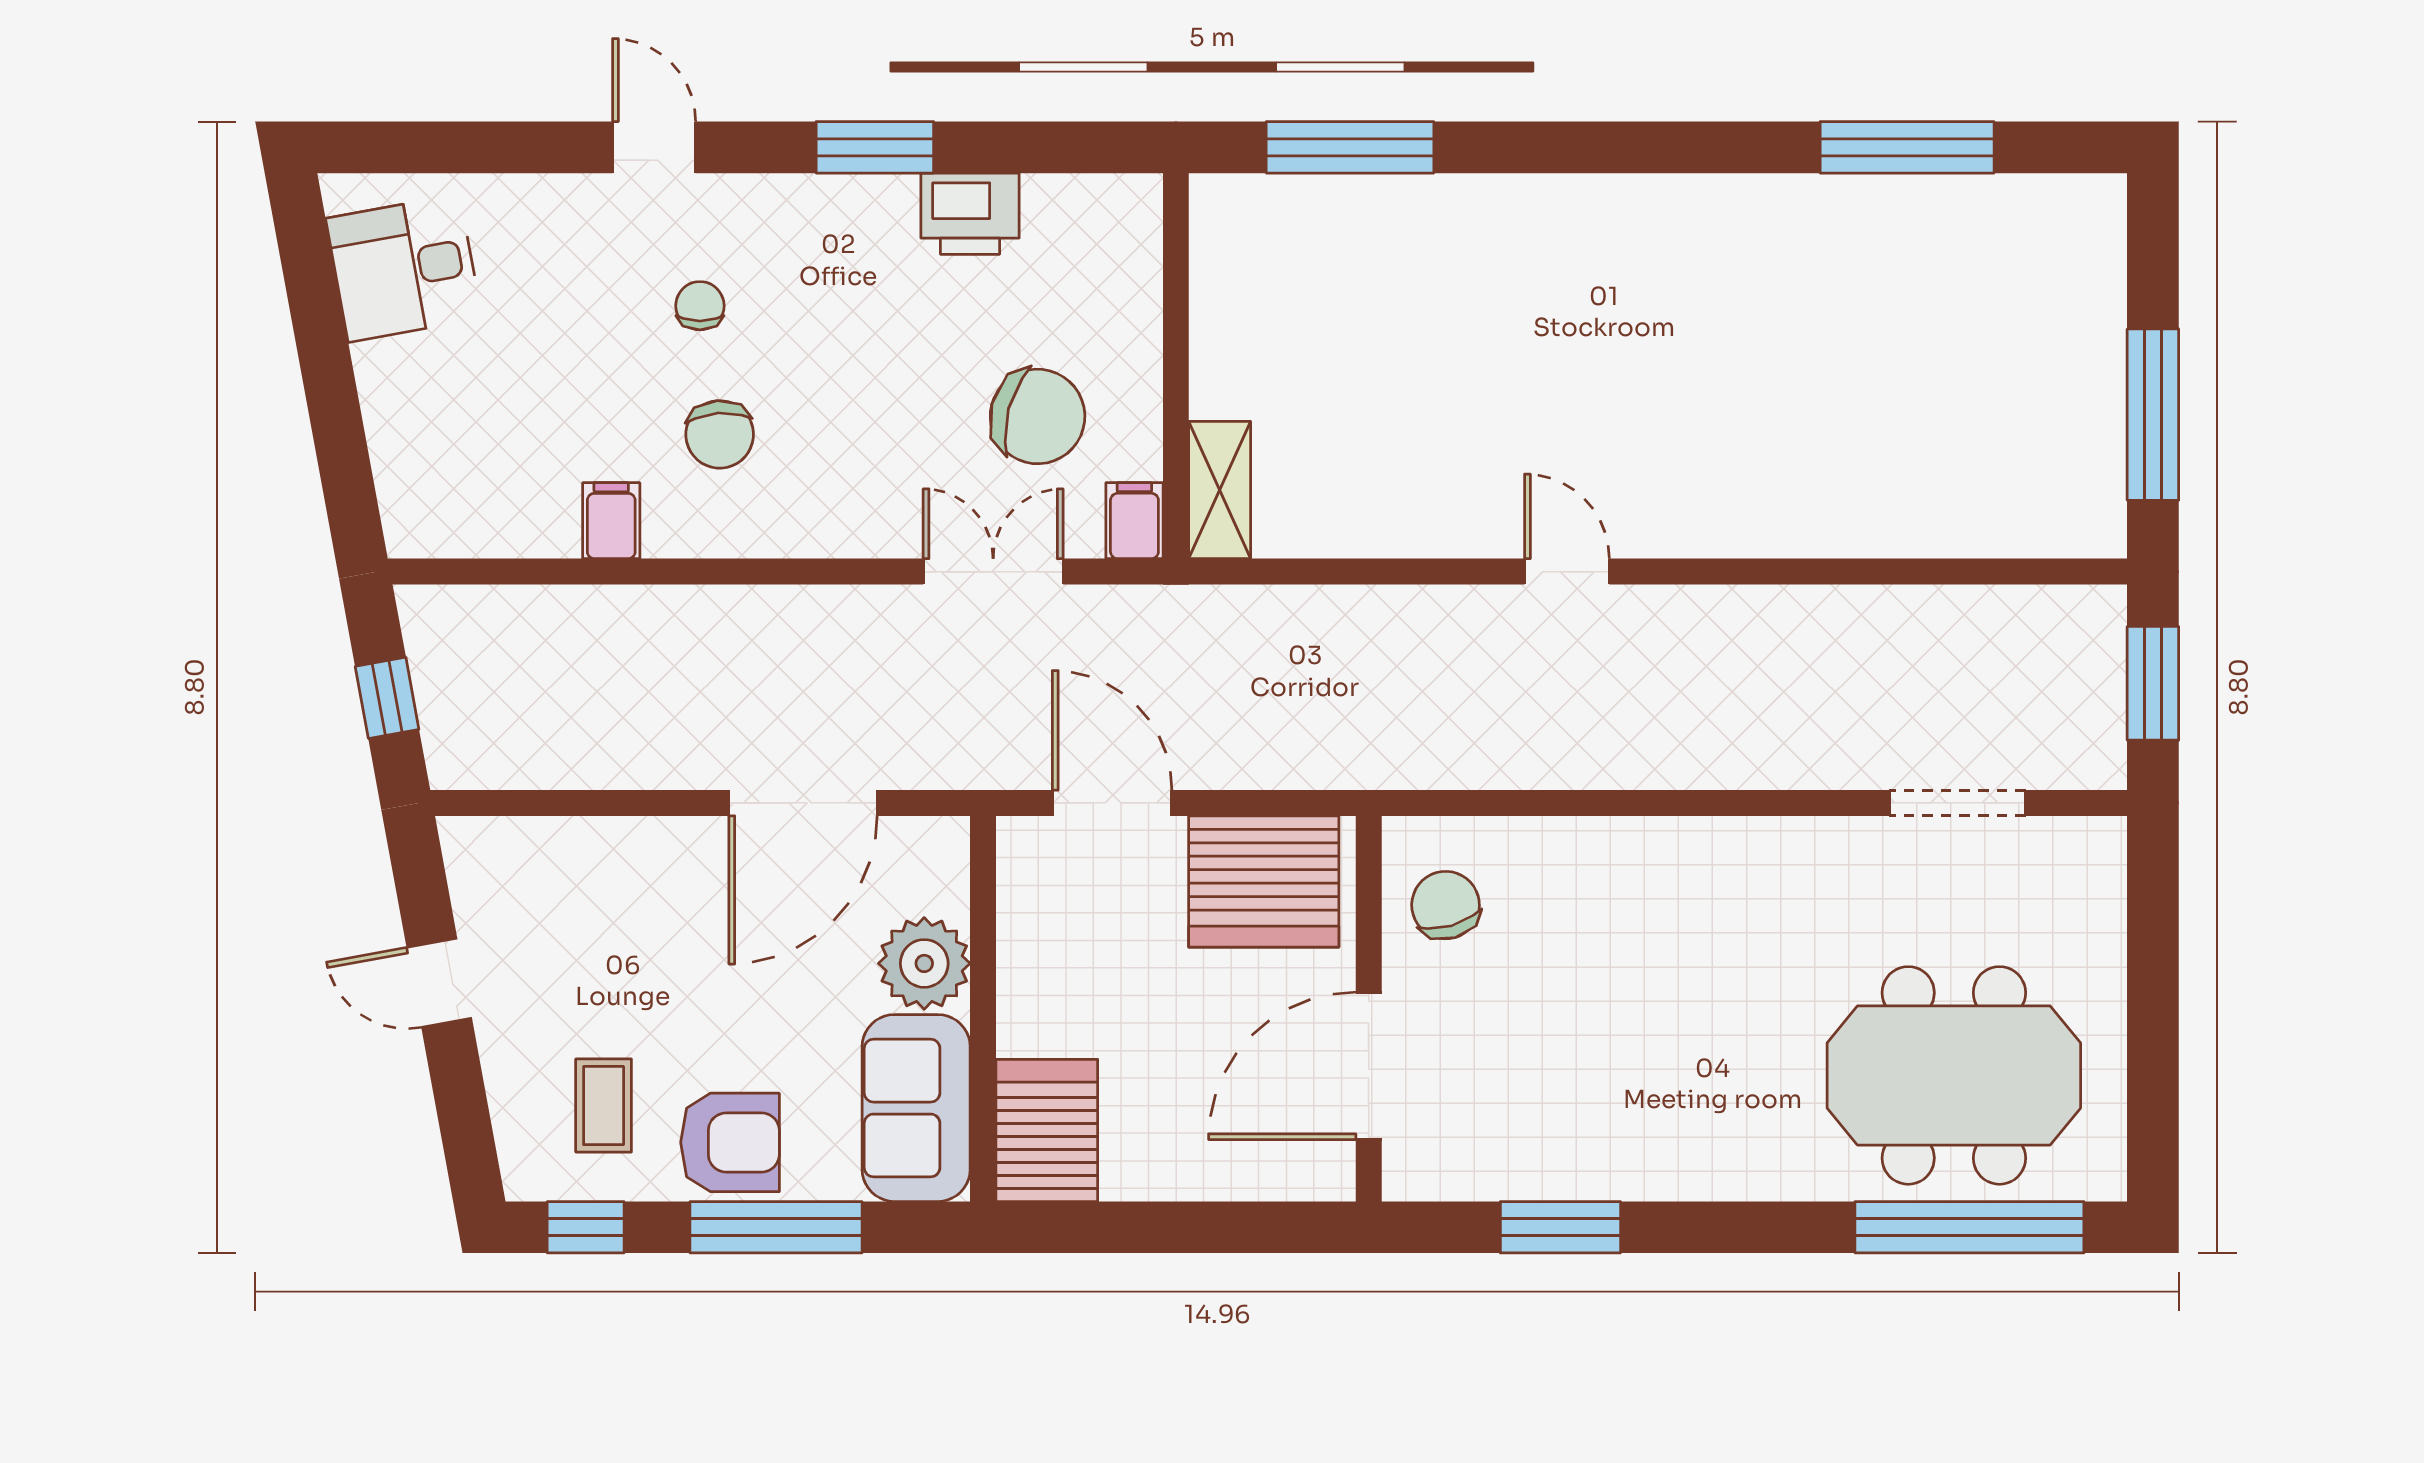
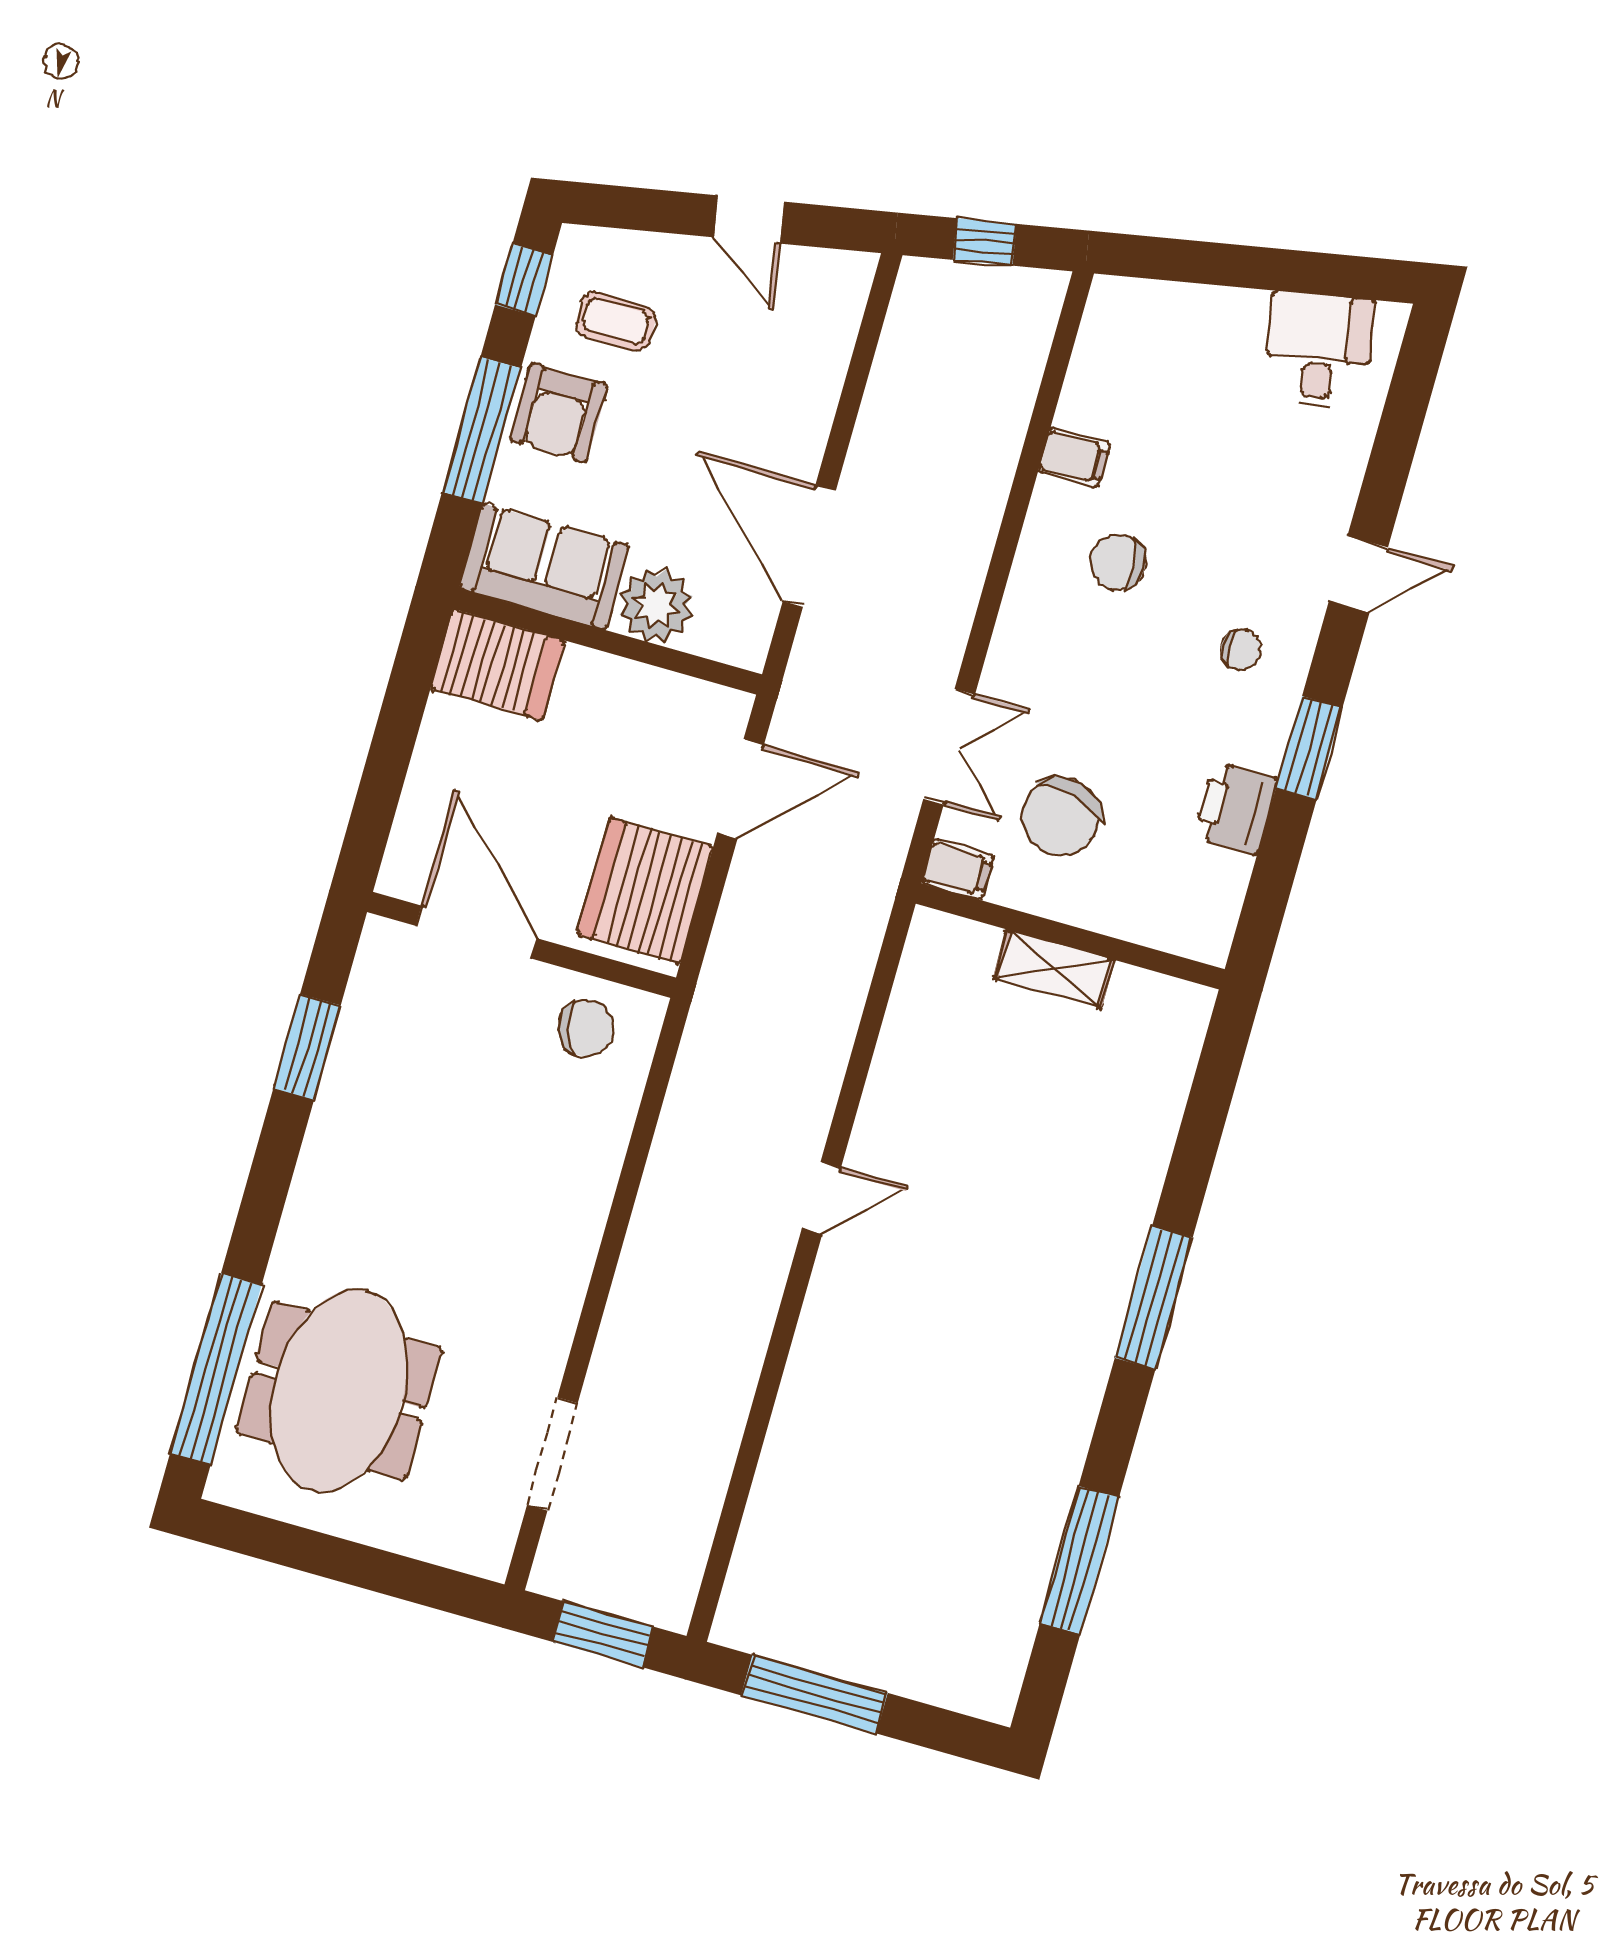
window: (1350, 147) -> (1154, 1298), moved
chair: (700, 306) -> (1241, 649), moved
shelving: (1220, 490) -> (1054, 969), moved
door: (439, 983) -> (749, 220), swing flipped

